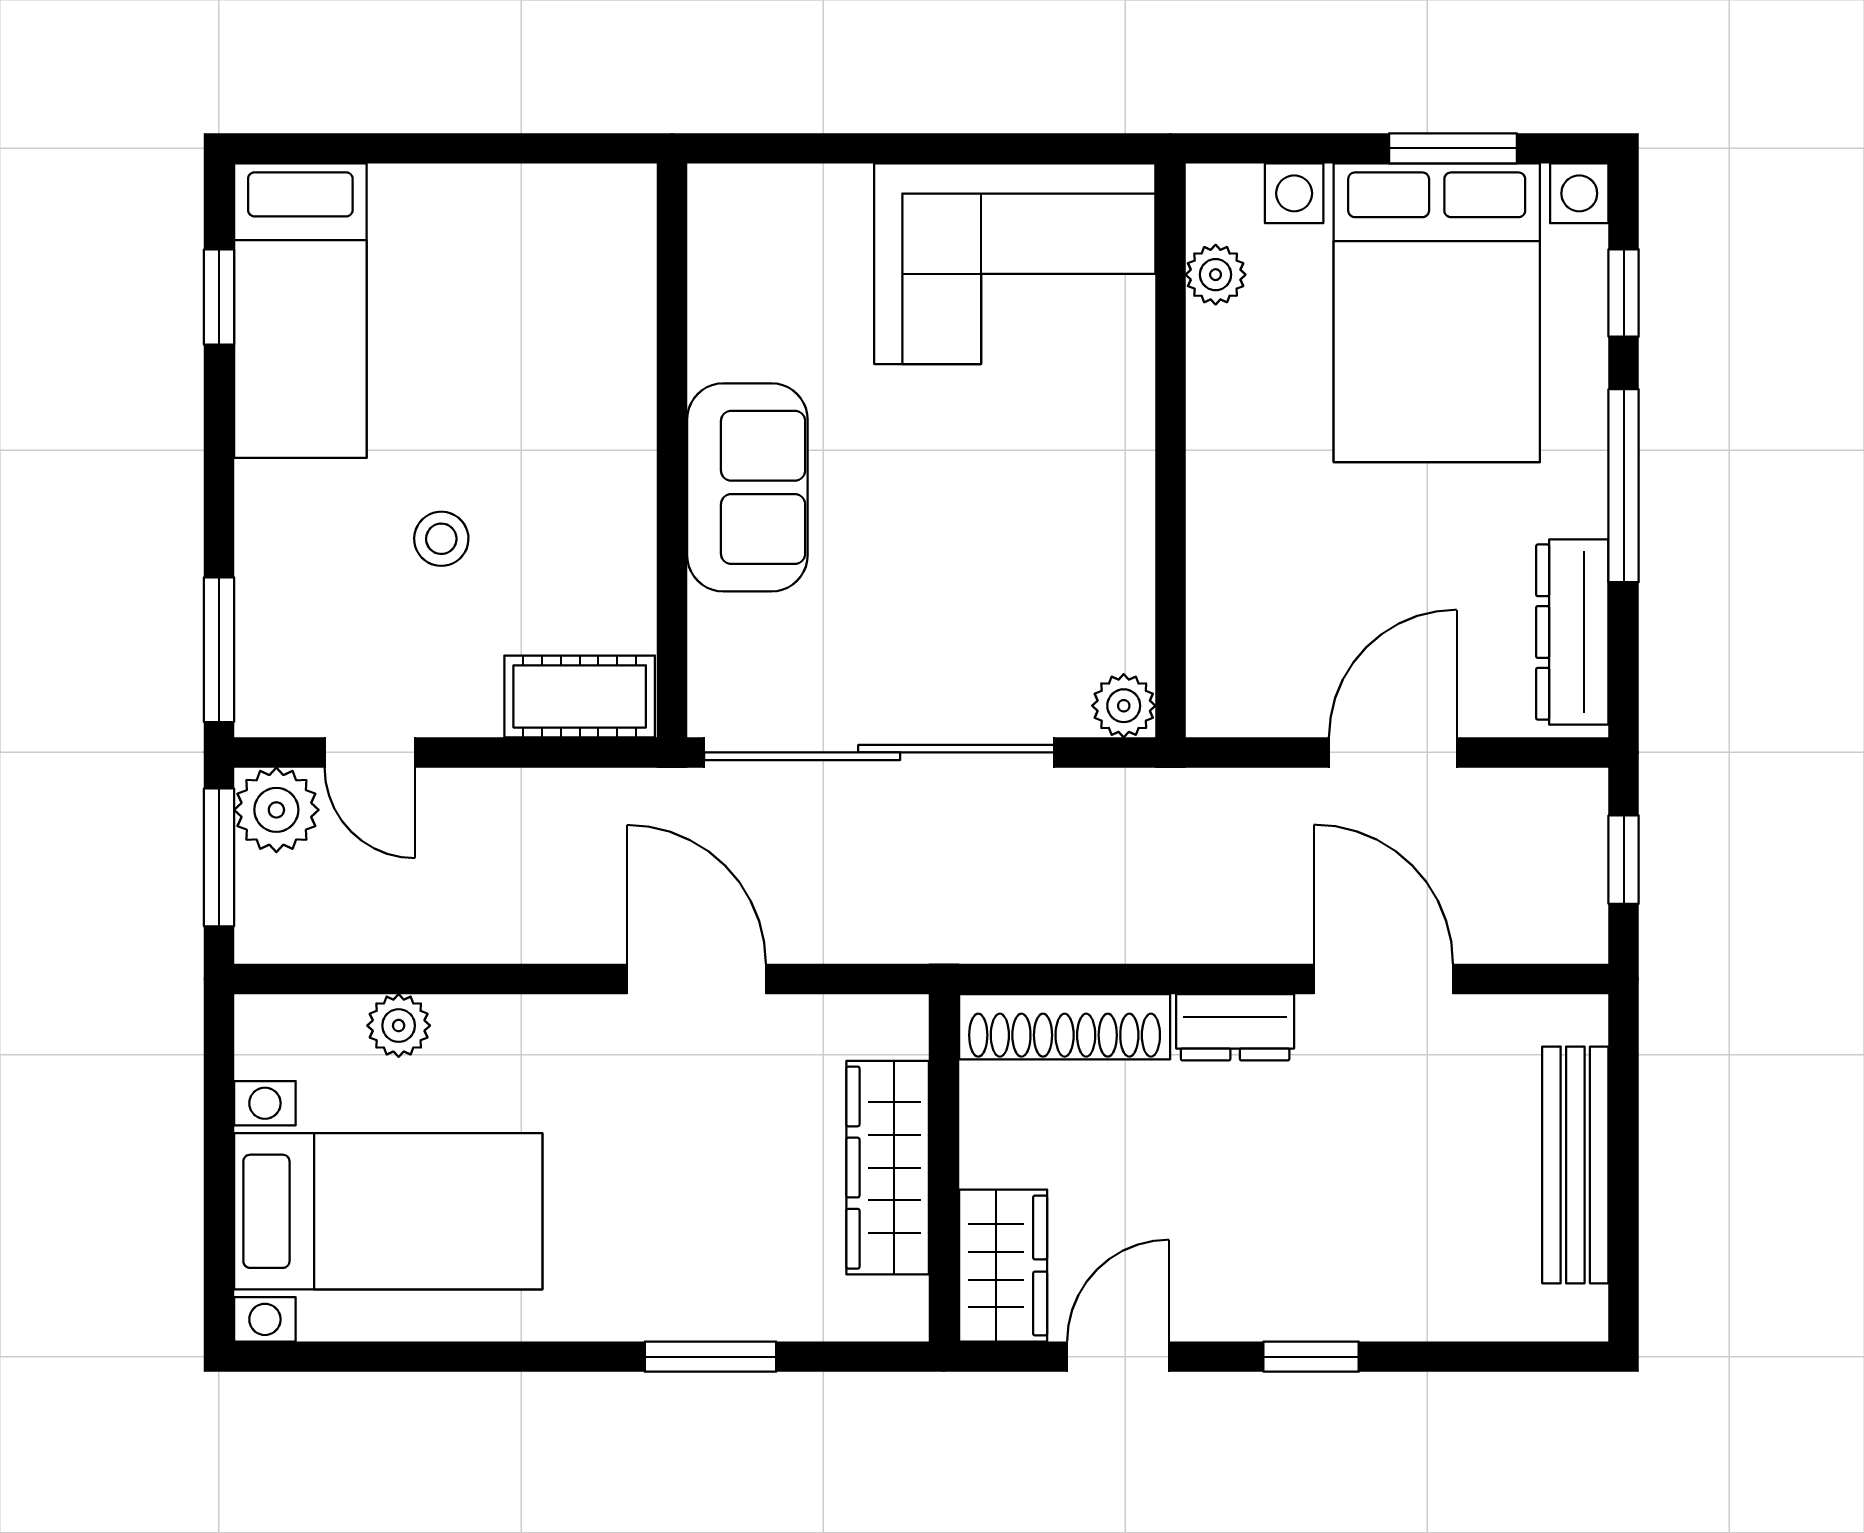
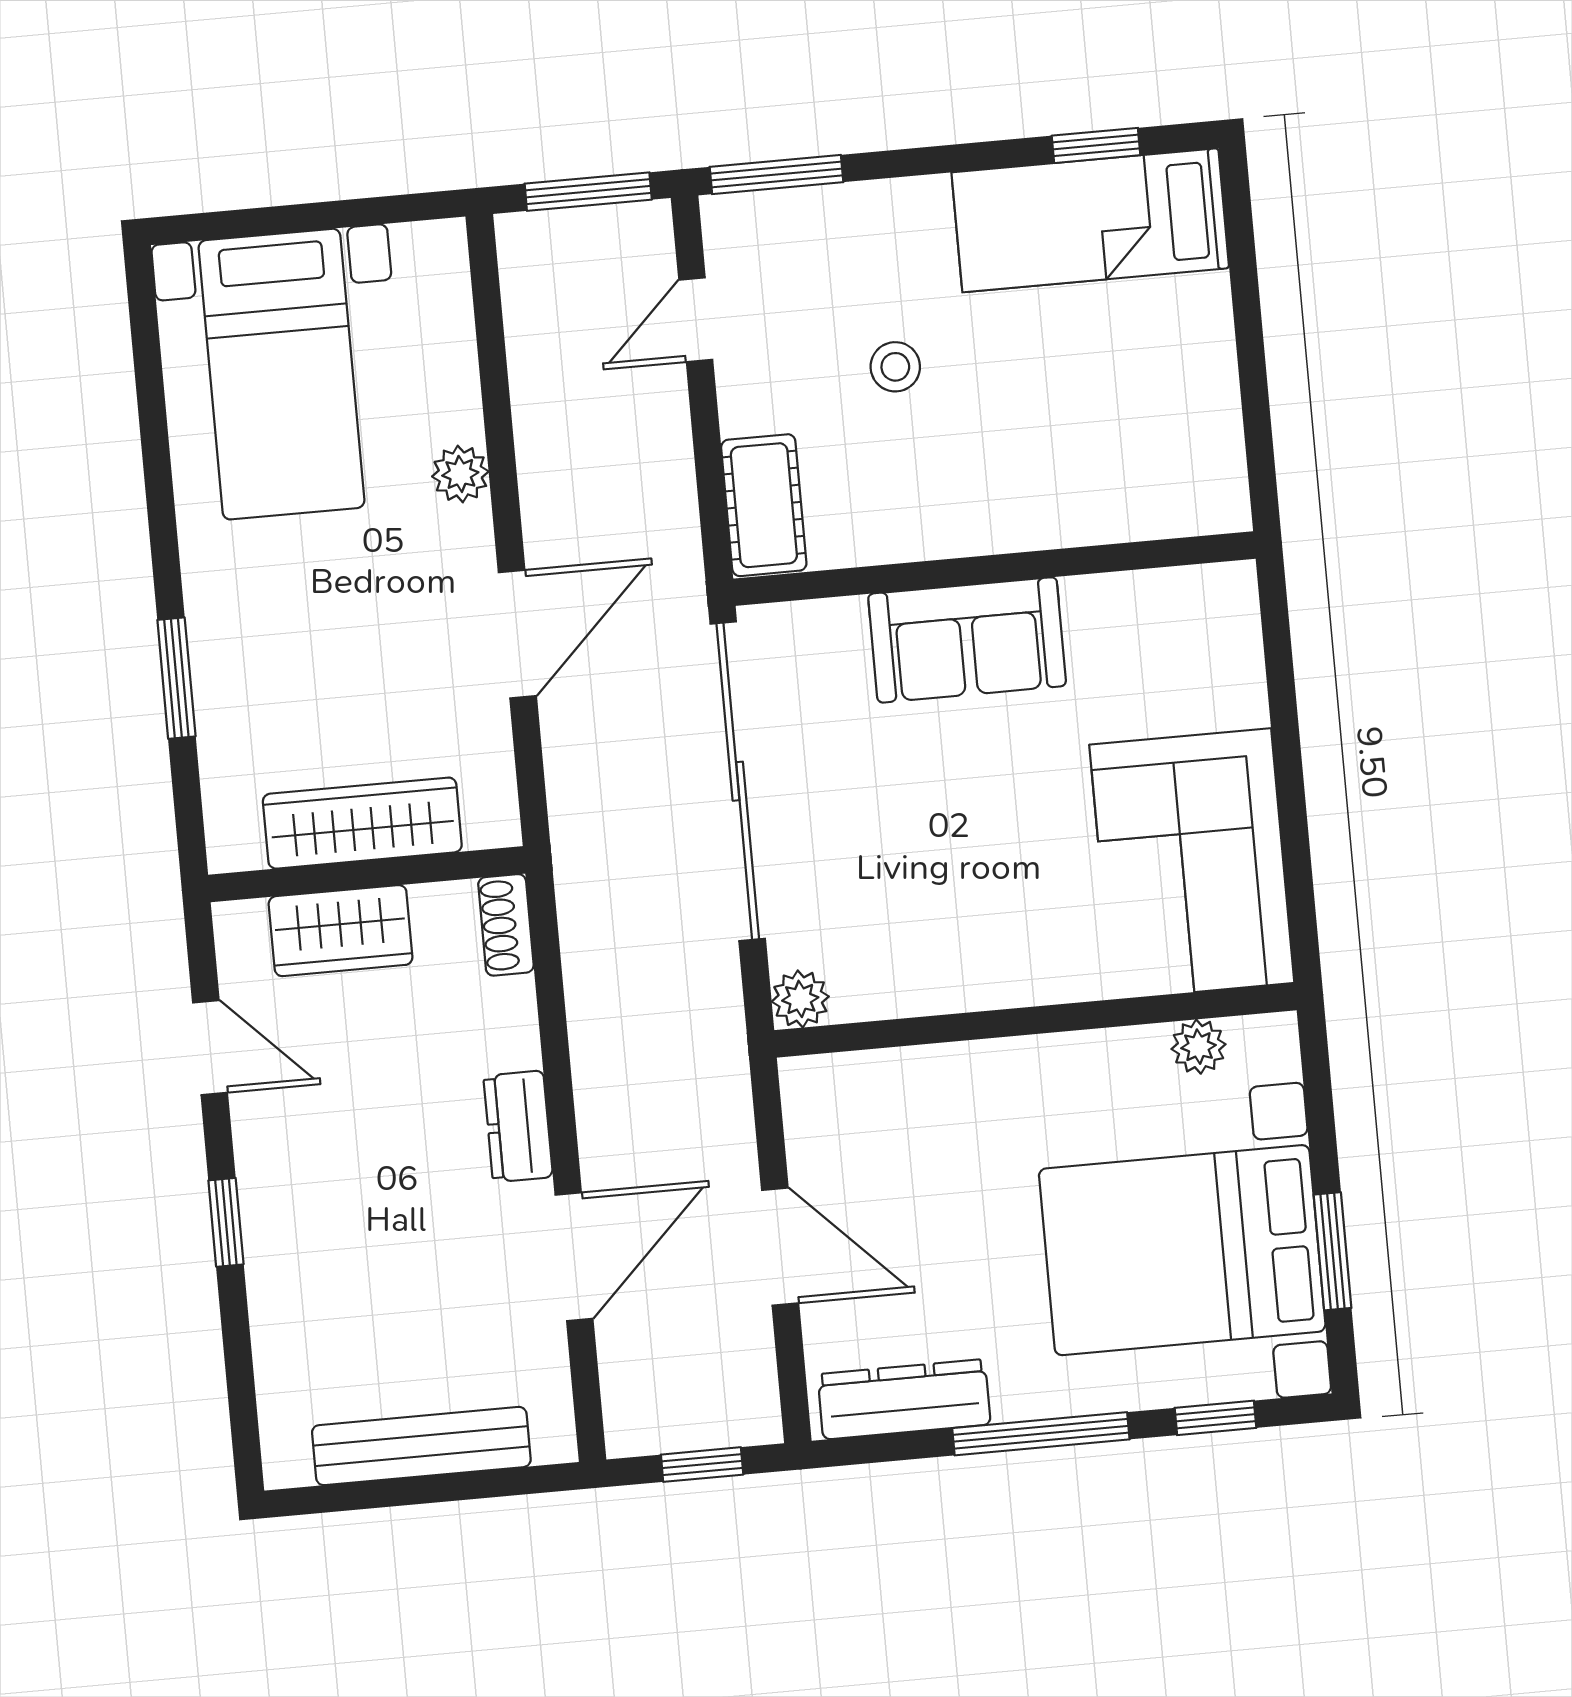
plant: (276, 810) -> (636, 240), removed
plant: (399, 1026) -> (460, 474), moved
shoe rack: (1065, 1027) -> (506, 925), width x0.51, depth x0.81
wardrobe: (1003, 1266) -> (341, 931), moved

